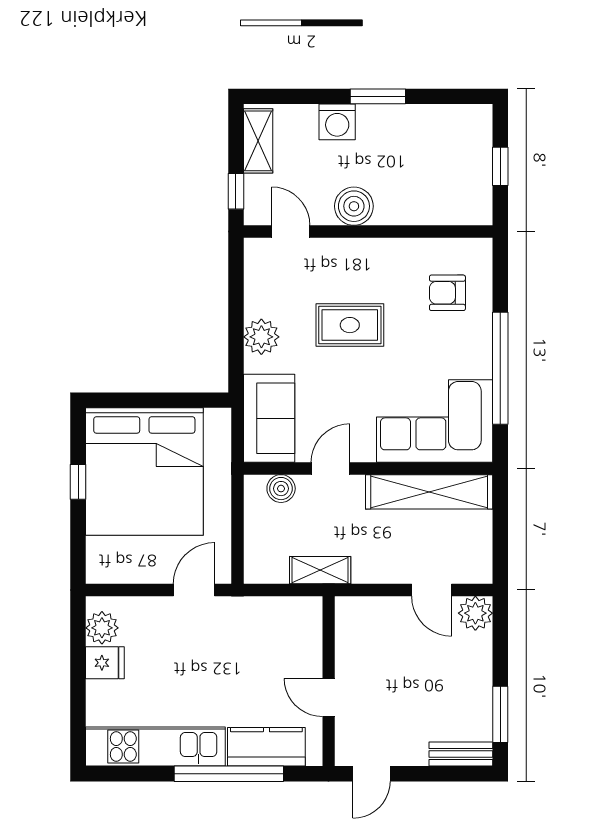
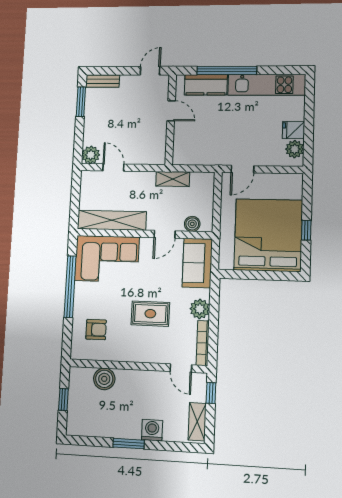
boiler: (354, 206) -> (104, 379), moved
bookcase: (254, 277) -> (203, 343), added

